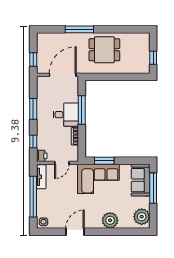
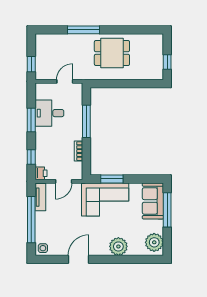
door: (63, 75) -> (65, 81), width x0.53
desk: (66, 115) -> (49, 113), moved, turned 180

